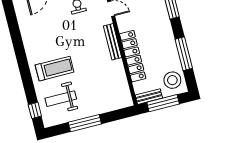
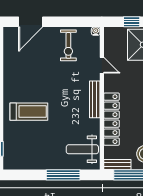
weight bench: (61, 99) -> (82, 149), moved
window: (85, 123) -> (63, 175), moved

